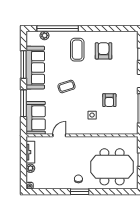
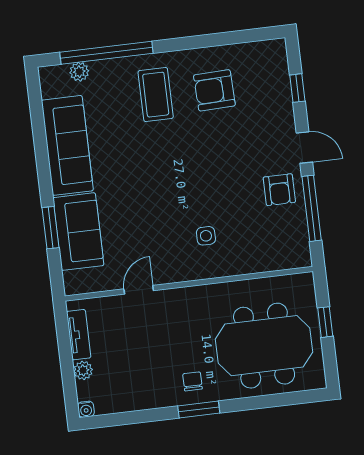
armchair: (104, 51) -> (214, 90), turned -92
window: (24, 64) -> (40, 142), removed
coffee table: (66, 86) -> (142, 179), removed
armchair: (109, 100) -> (279, 190), moved
window: (24, 103) -> (51, 228), width x0.69
sofa: (36, 118) -> (78, 232), moved

